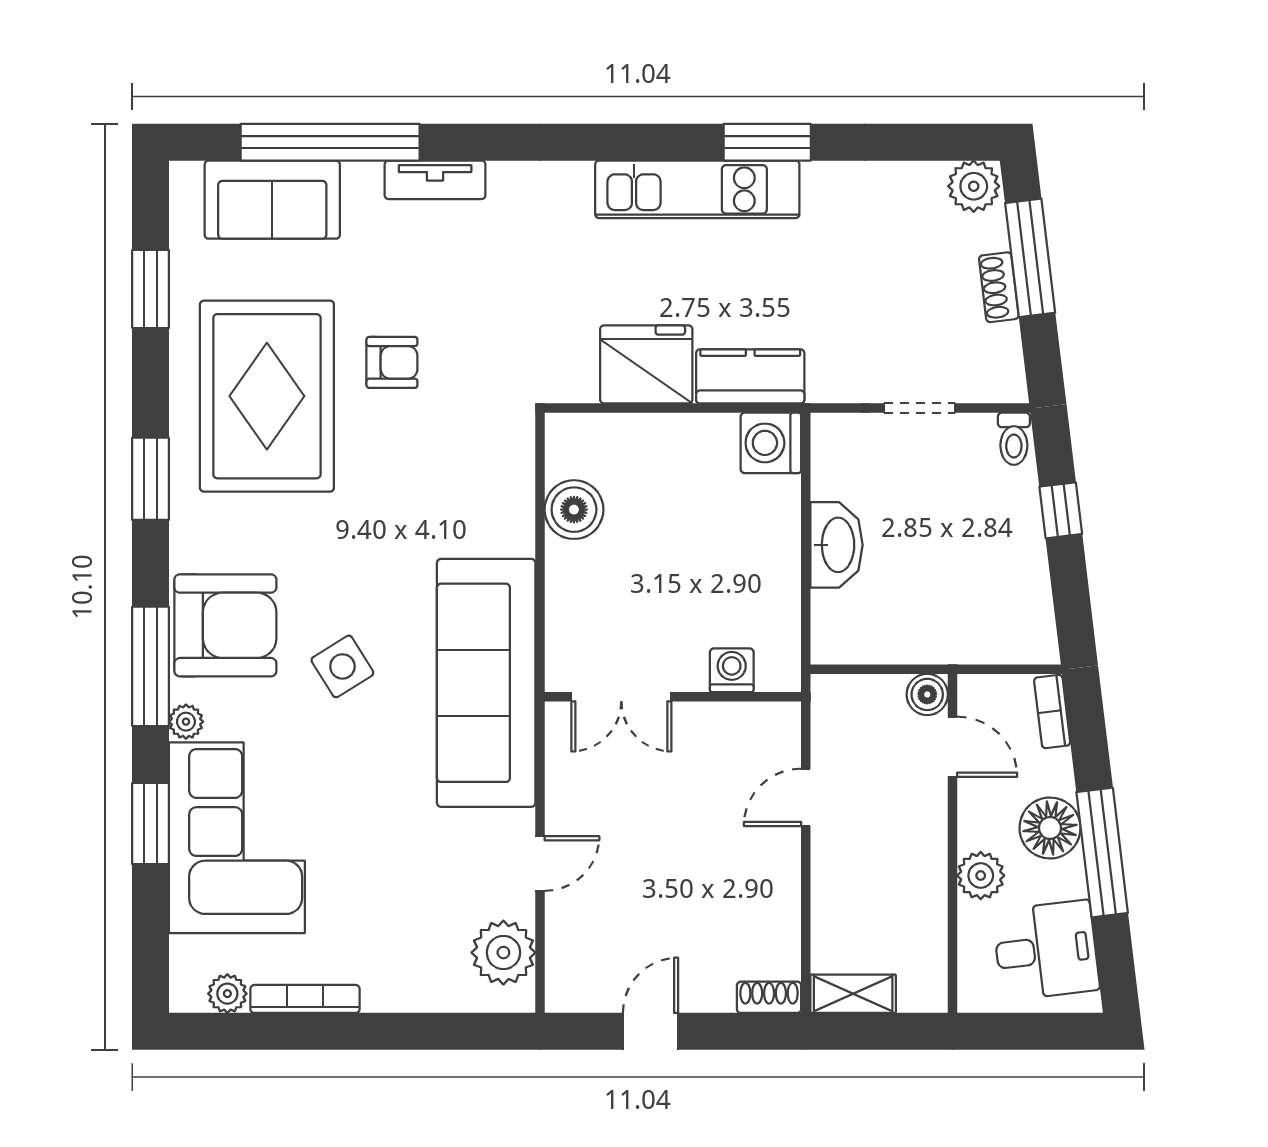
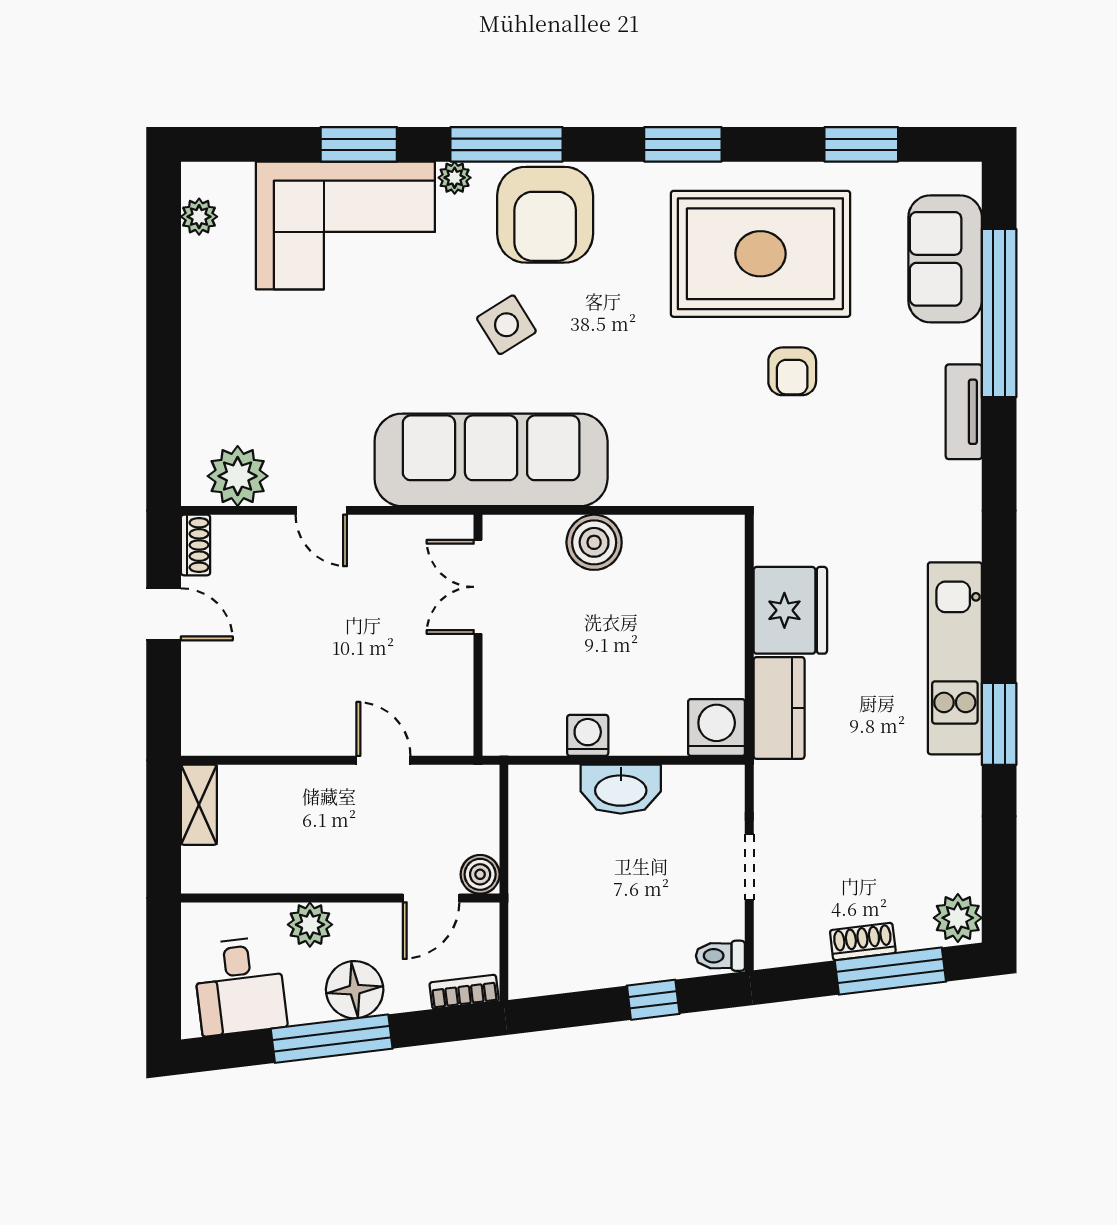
boiler: (574, 510) -> (594, 542), moved
washing machine: (732, 670) -> (588, 735), moved, turned -90
shoe rack: (769, 997) -> (196, 545), moved
bookcase: (305, 999) -> (194, 290), removed

